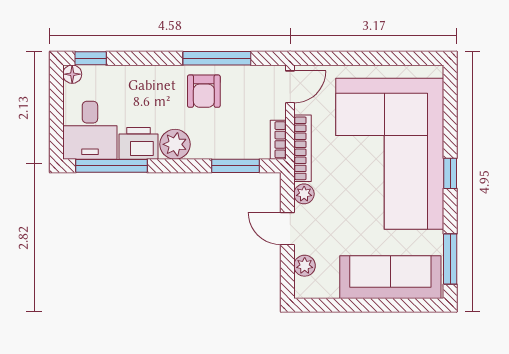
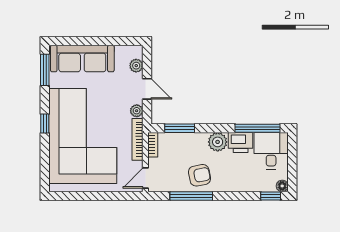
armchair: (204, 91) -> (200, 175), turned 79

